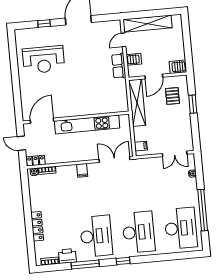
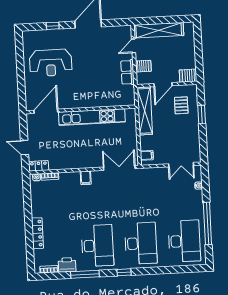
wall: (76, 118) -> (81, 109), moved
door: (42, 121) -> (46, 111), moved
kitchen unit: (87, 125) -> (92, 117), moved

